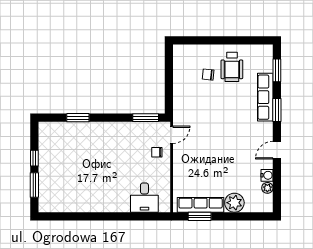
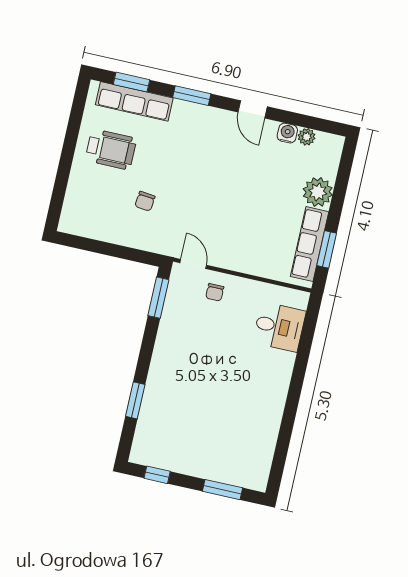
chair: (208, 75) -> (145, 201), moved
row of seats: (265, 97) -> (134, 101), moved
window: (34, 158) -> (157, 475), moved

